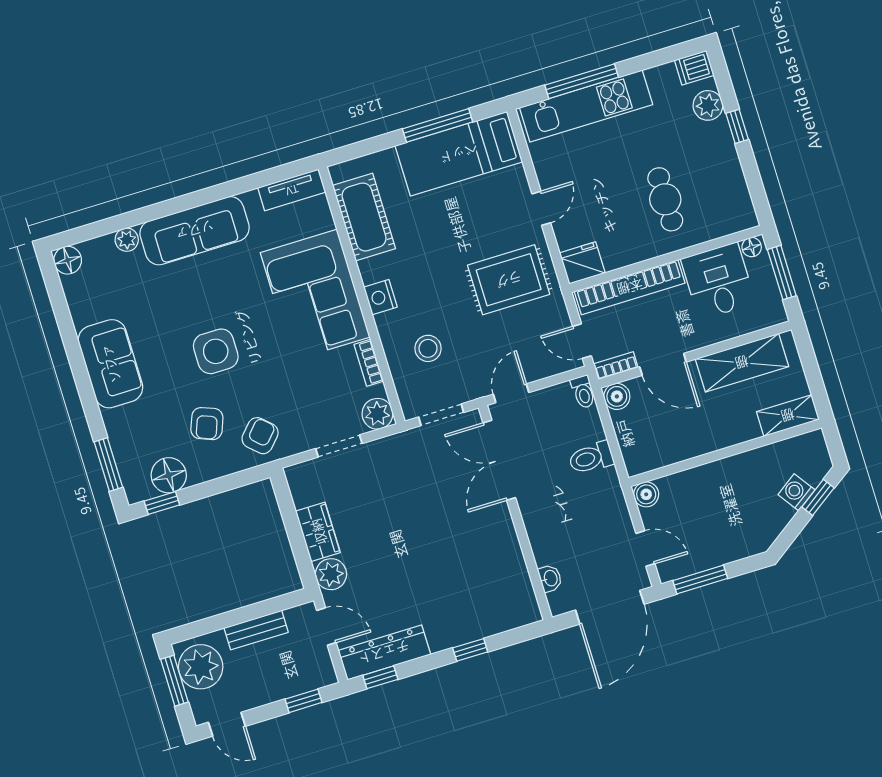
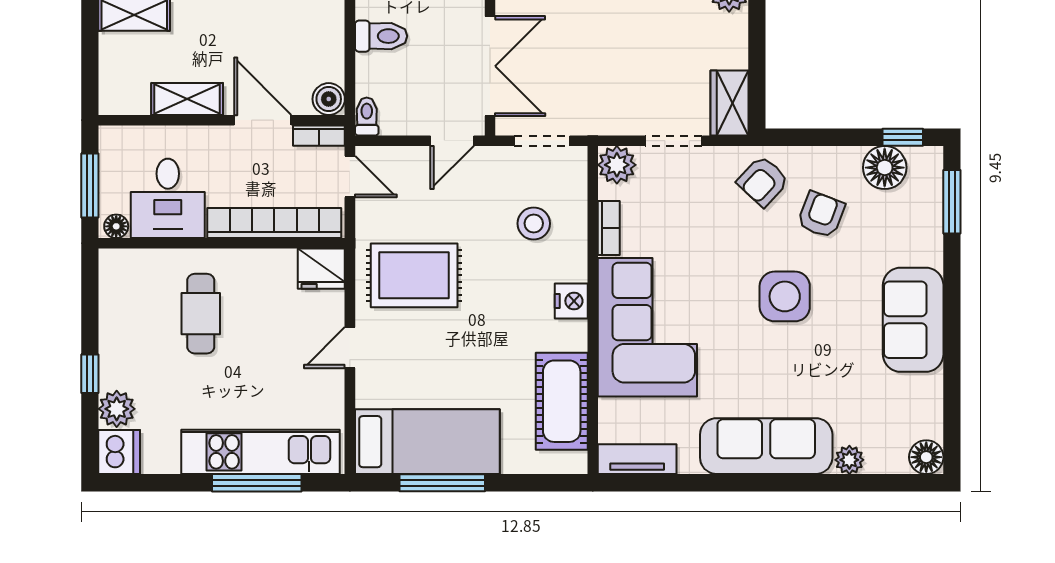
dishwasher: (694, 68) -> (119, 452), width x1.38
shelving: (742, 363) -> (187, 99), width x0.67, depth x0.75
wardrobe: (318, 532) -> (729, 103), moved

